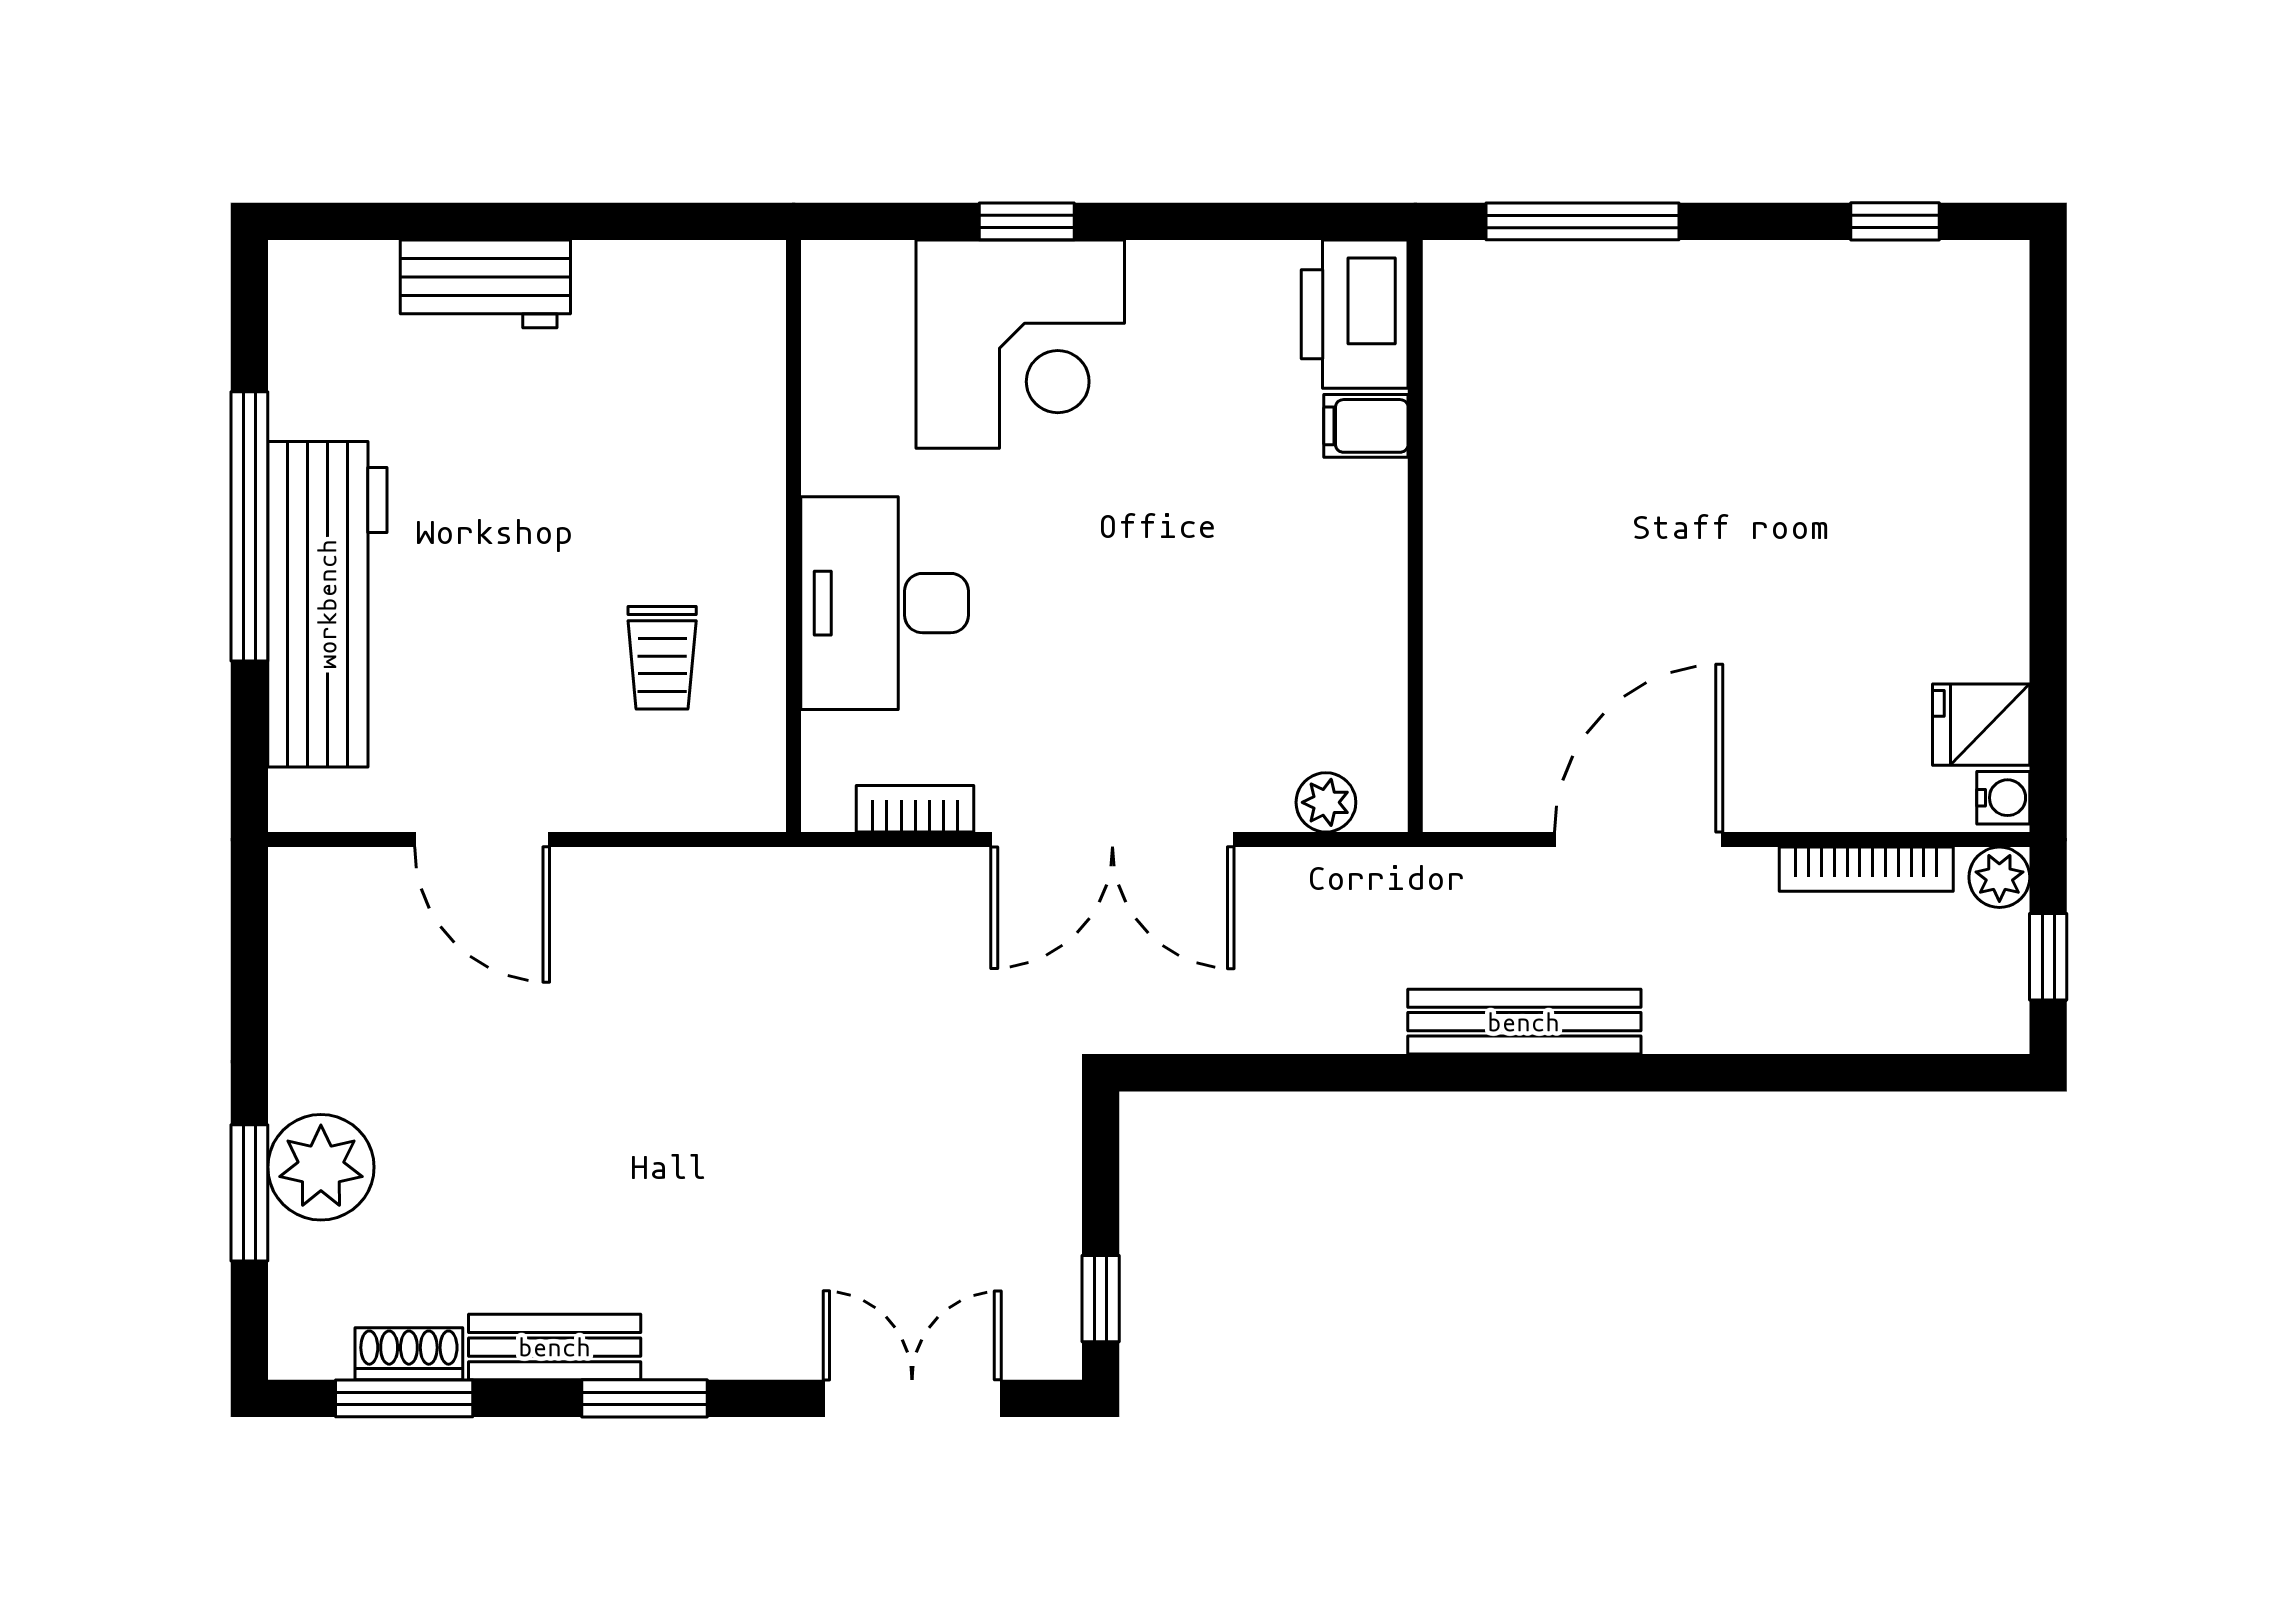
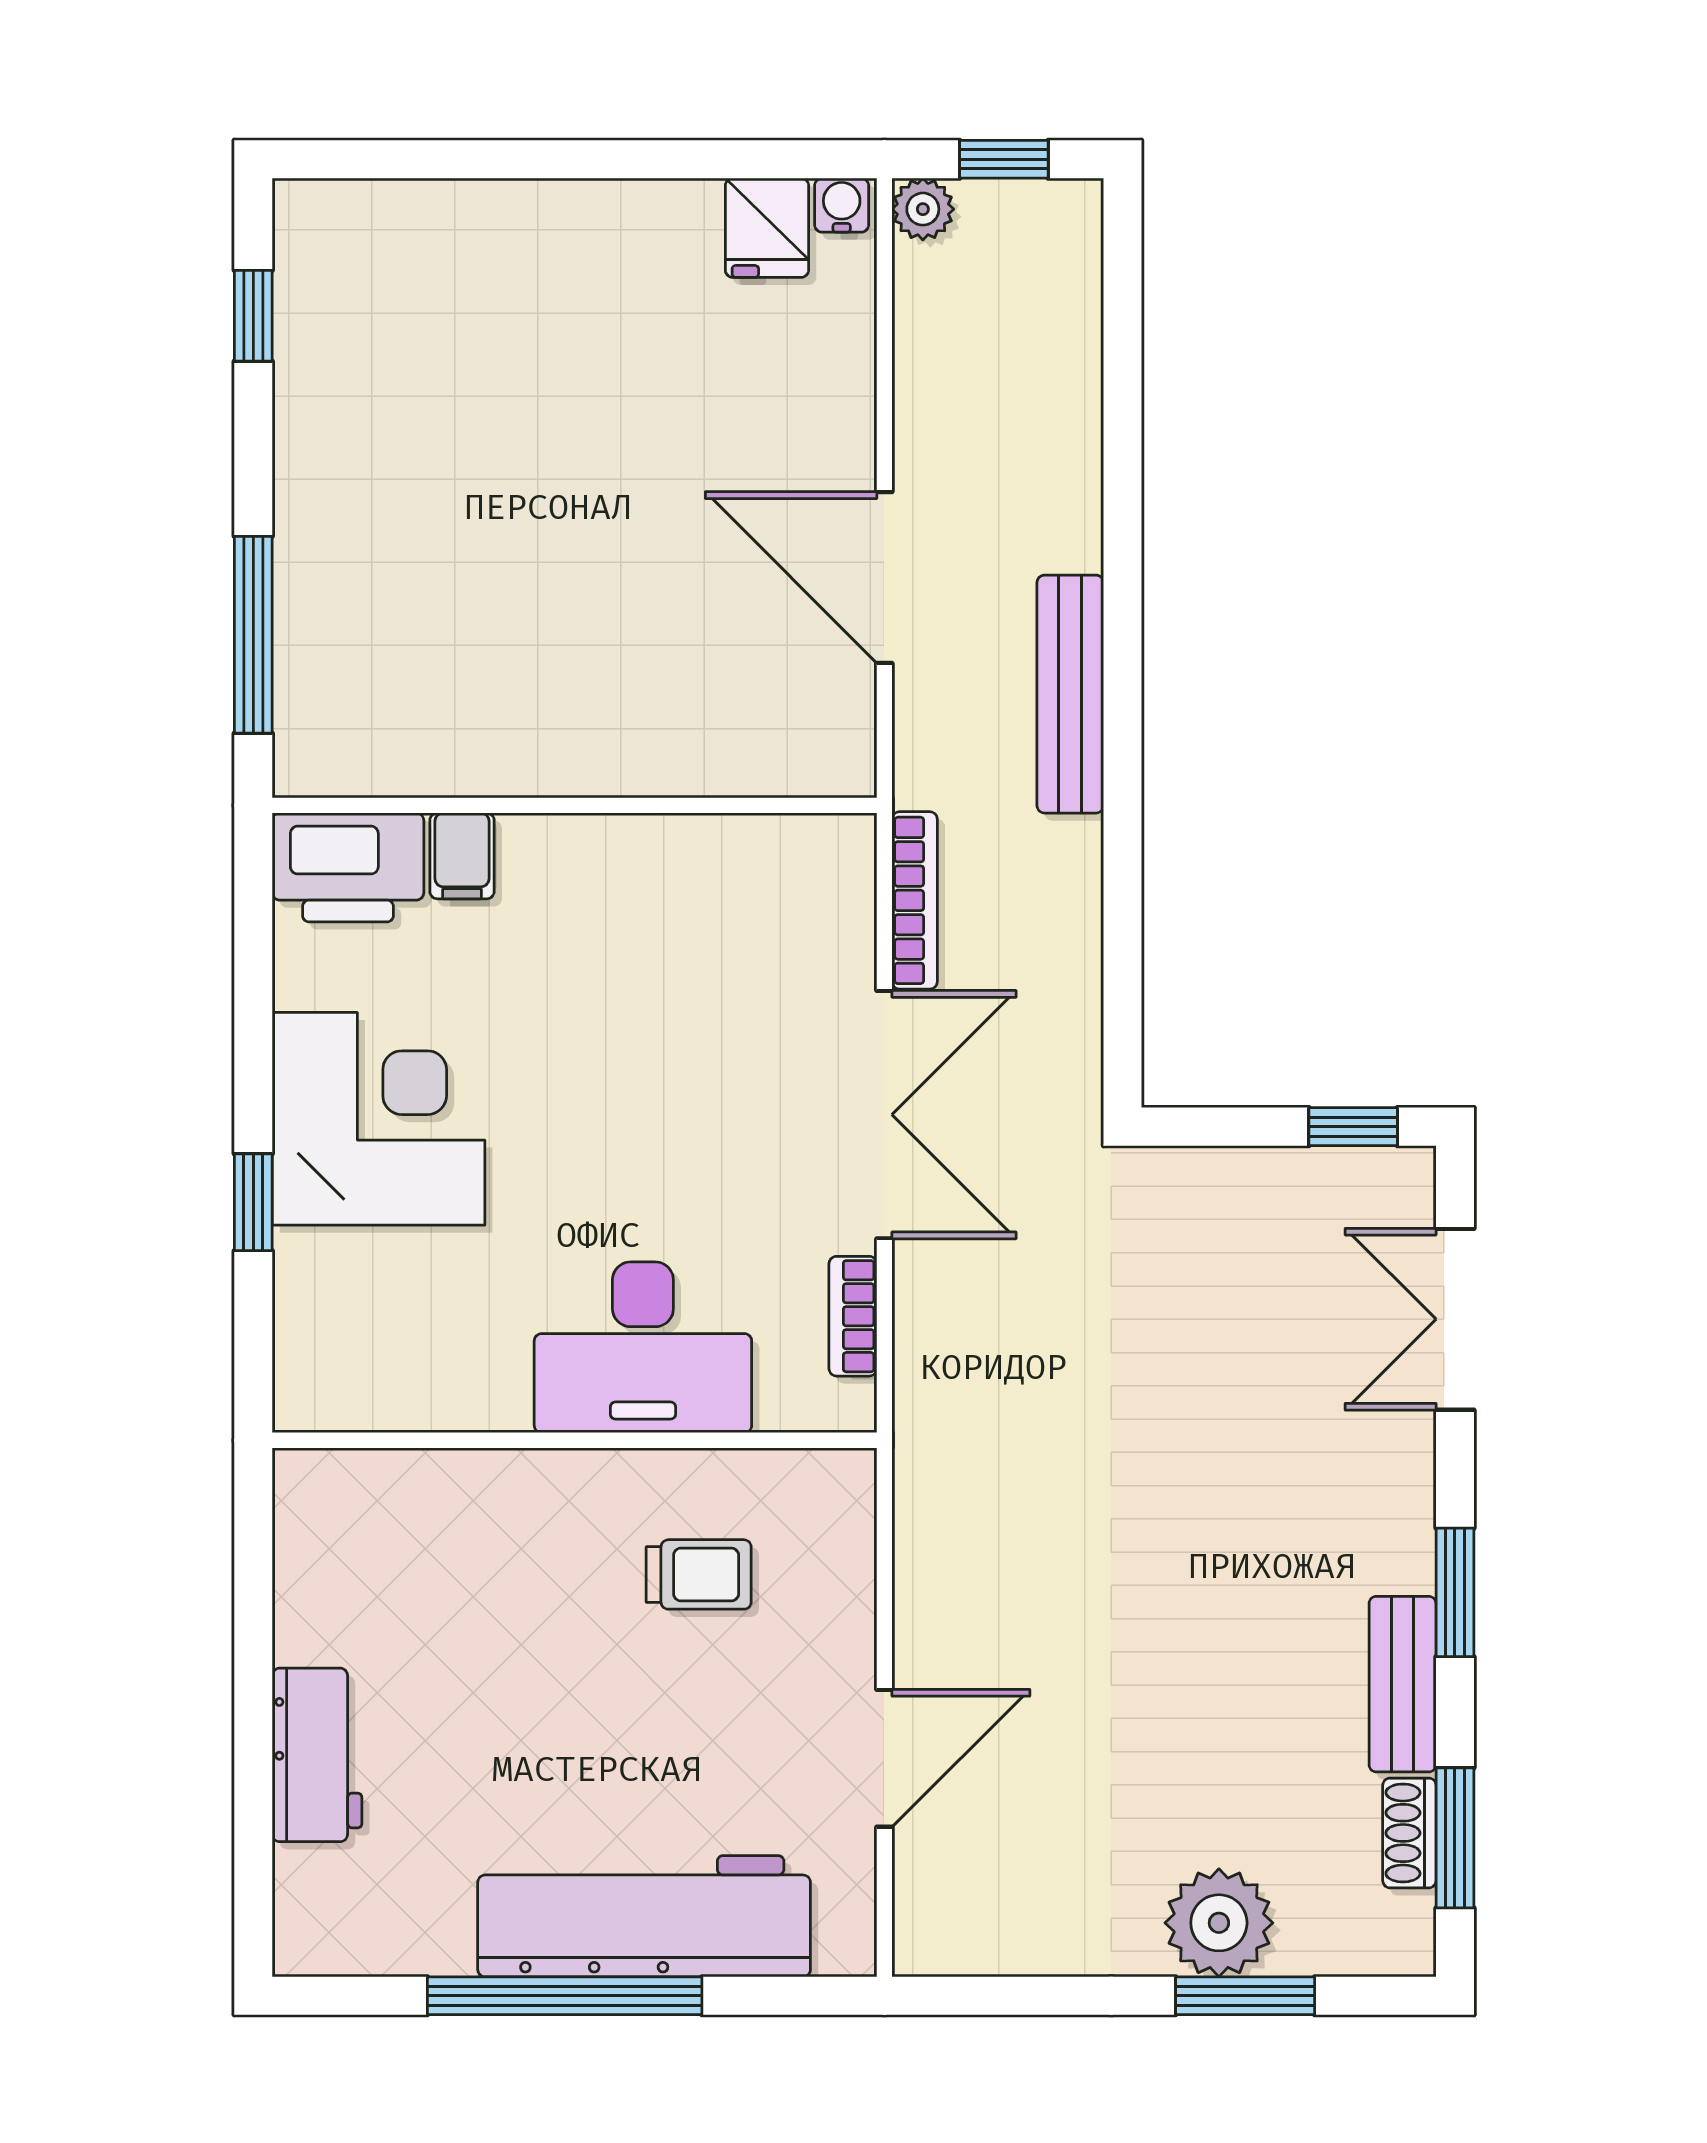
corner desk: (1020, 344) -> (379, 1119), moved
plant: (1326, 802) -> (846, 897), removed
bookcase: (1866, 869) -> (915, 900), moved

